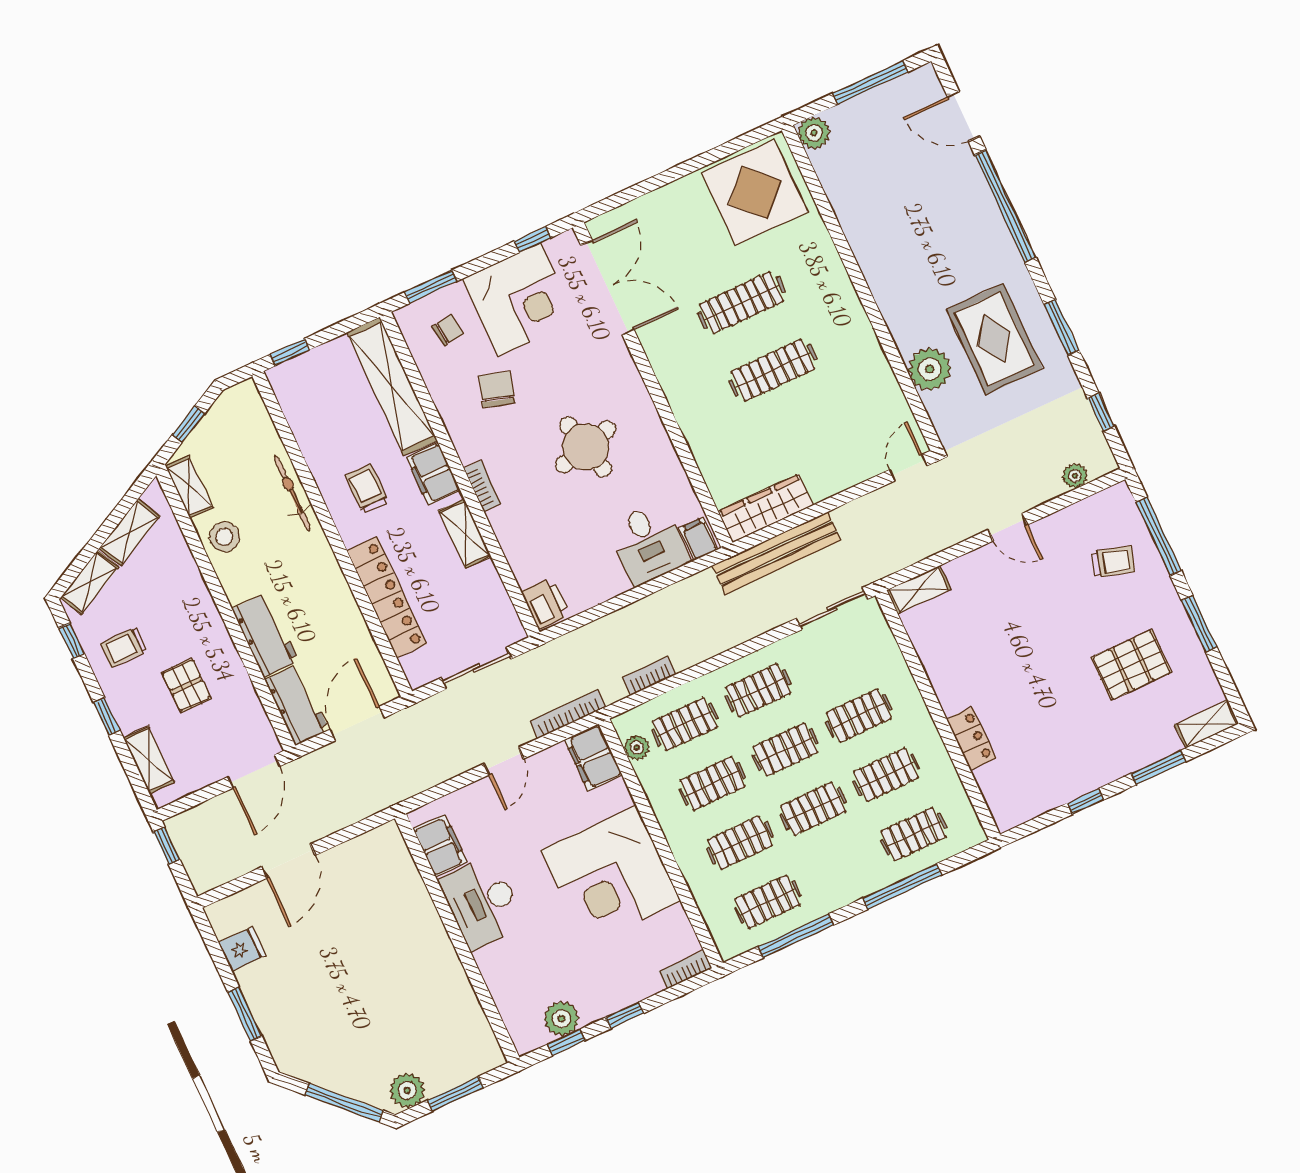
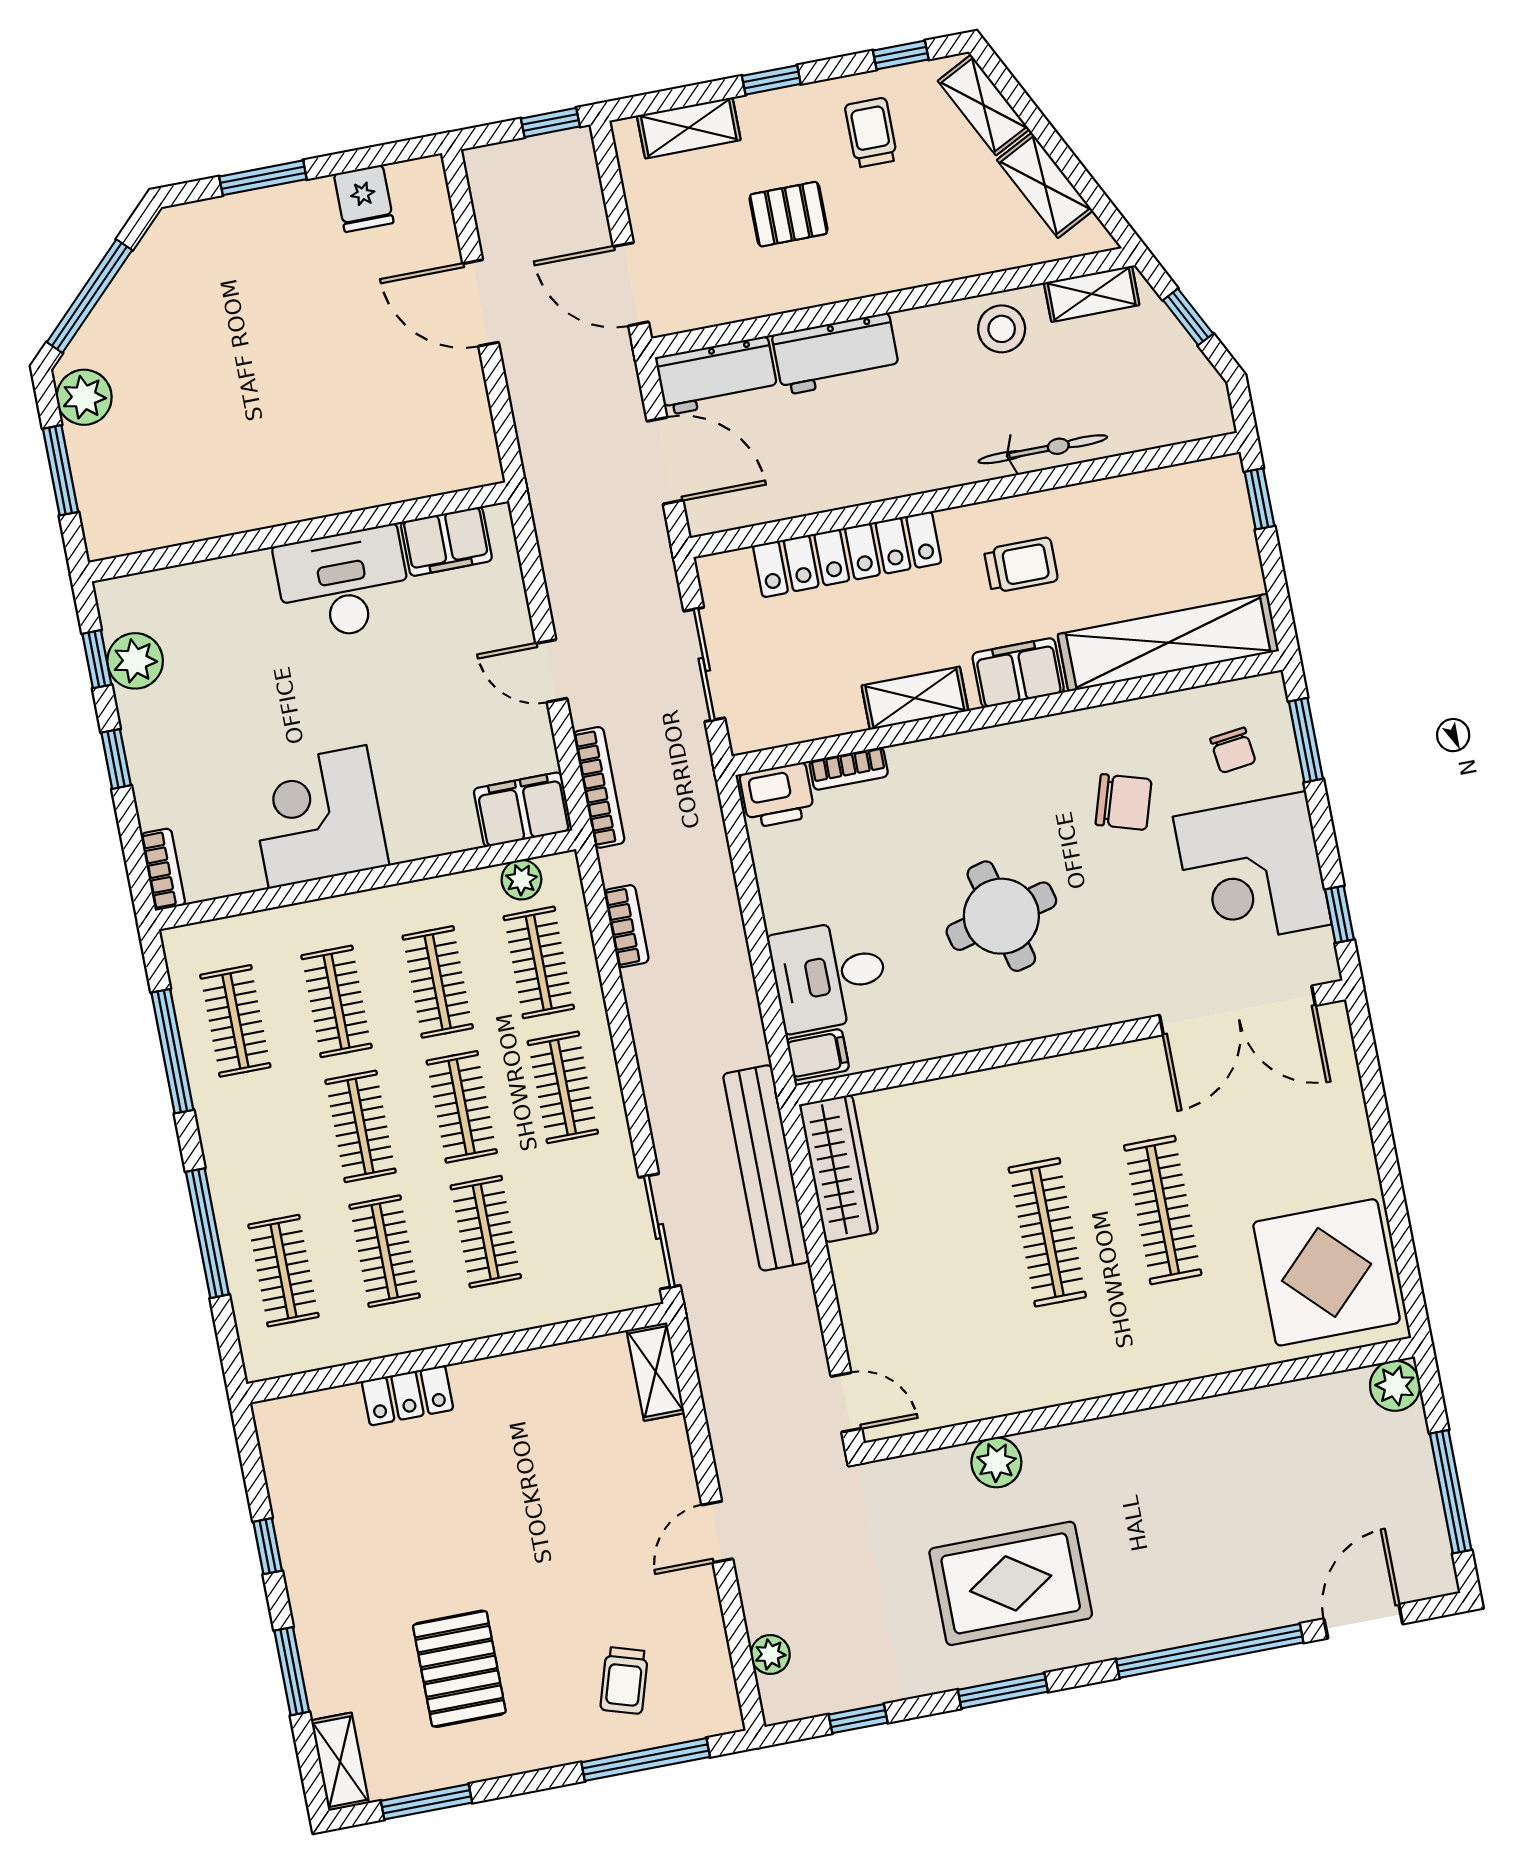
plant: (930, 369) -> (996, 1462), width x0.73, depth x0.73
bookcase: (482, 486) -> (849, 769), moved
window: (1199, 624) -> (427, 1802), moved
corner desk: (611, 876) -> (318, 817), width x0.74, depth x0.74

